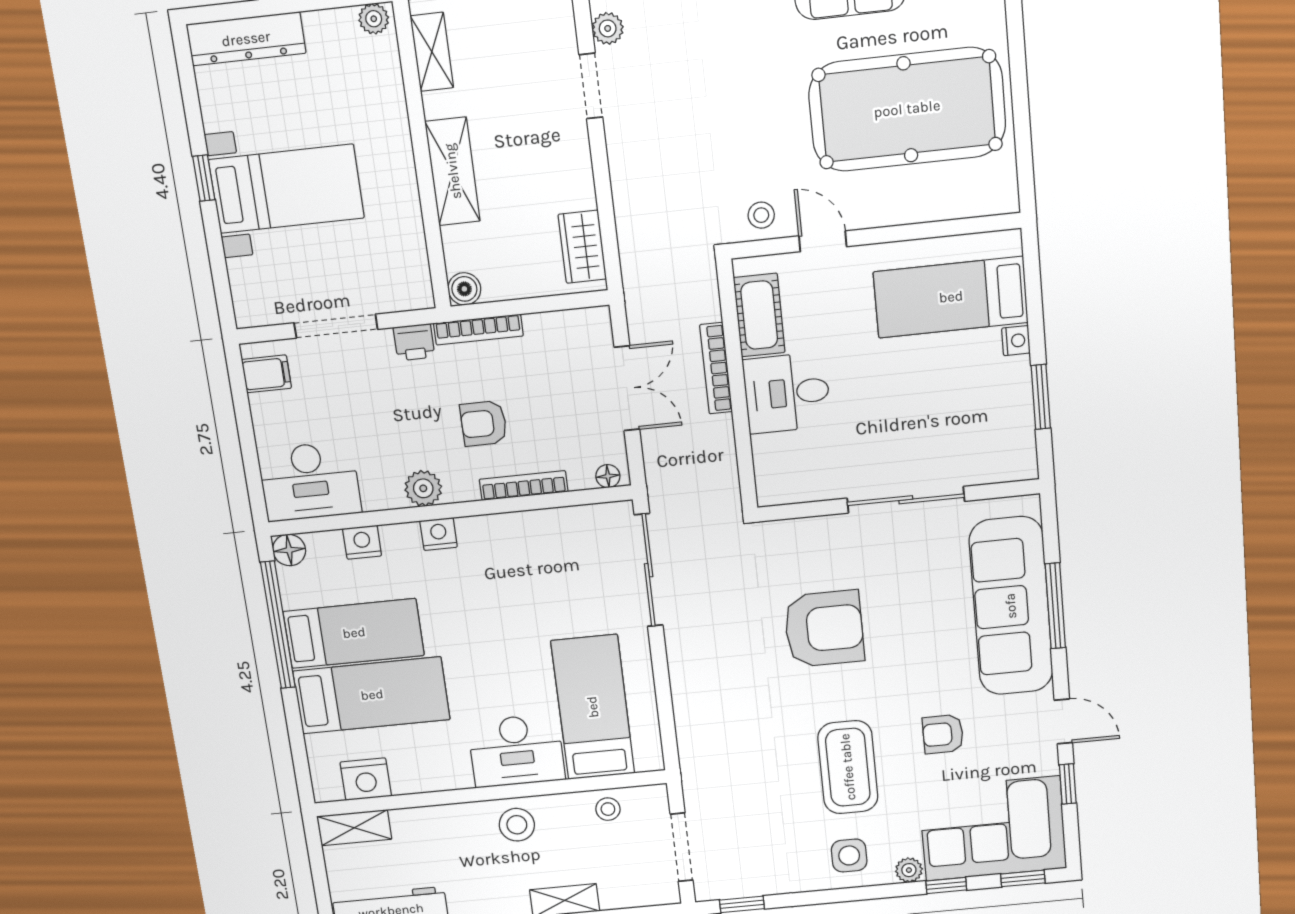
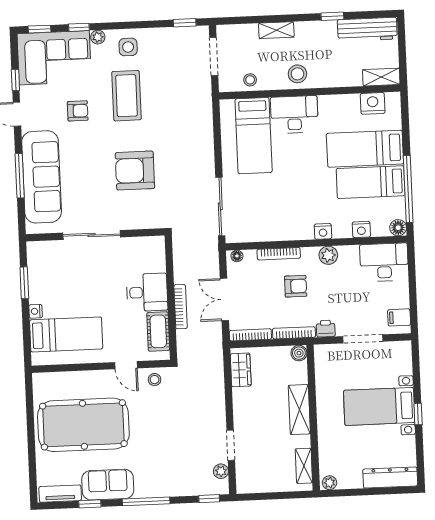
bookcase: (568, 320) -> (250, 335), added

